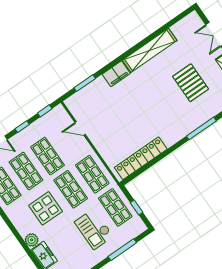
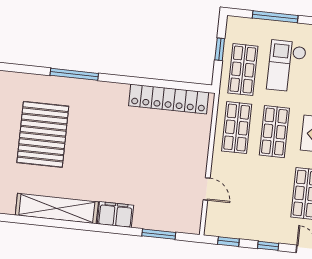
pallet: (191, 83) -> (43, 134), width x1.37, depth x1.41
shop shelf: (48, 156) -> (268, 190), removed
checkout: (94, 229) -> (287, 66), turned 180

